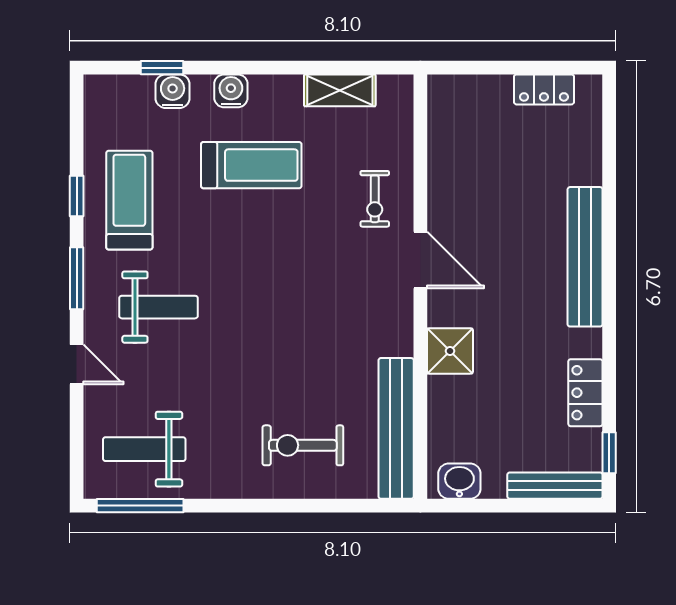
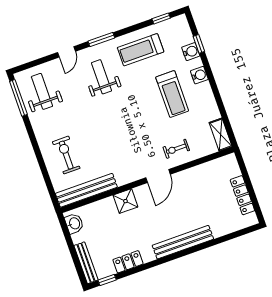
locker: (544, 89) -> (242, 195), width x1.53
shelving: (340, 90) -> (221, 135), moved
window: (77, 196) -> (161, 18), moved
treadmill: (129, 200) -> (141, 50), turned 180
weight bench: (158, 307) -> (101, 77), turned 180

